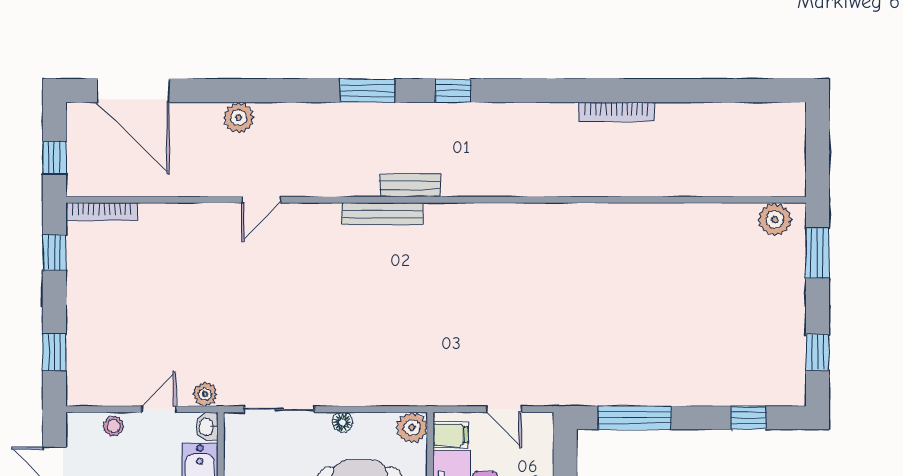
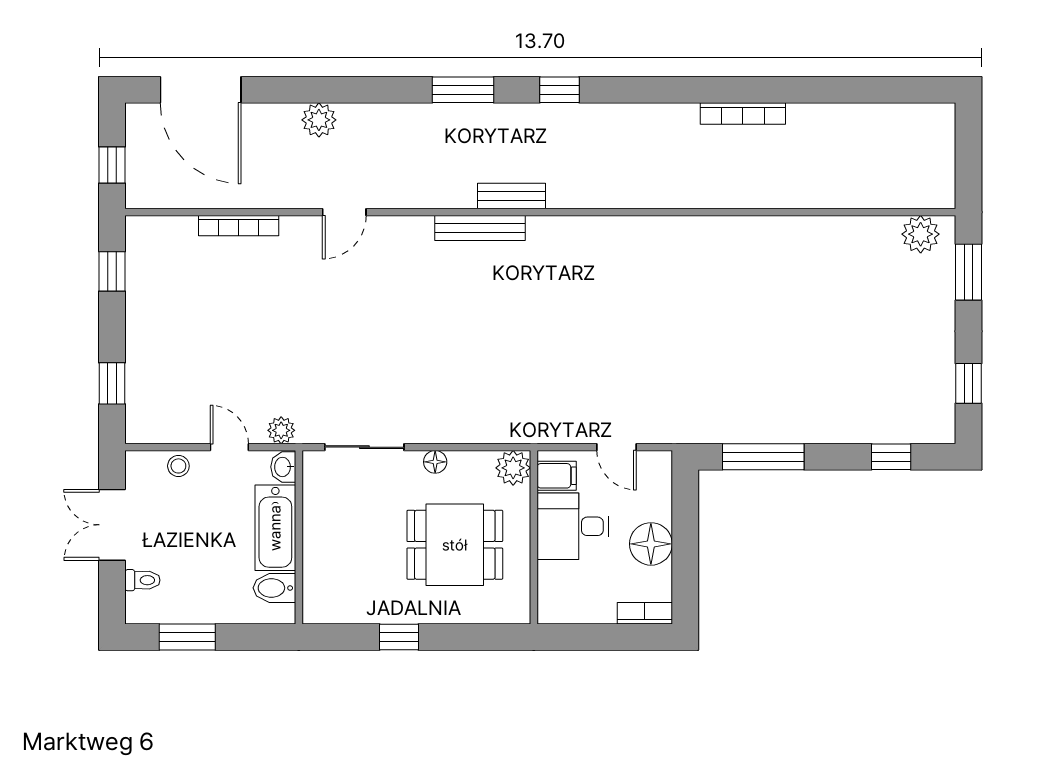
bookcase: (102, 212) -> (239, 226), moved
door: (159, 409) -> (229, 447), hinge flipped

